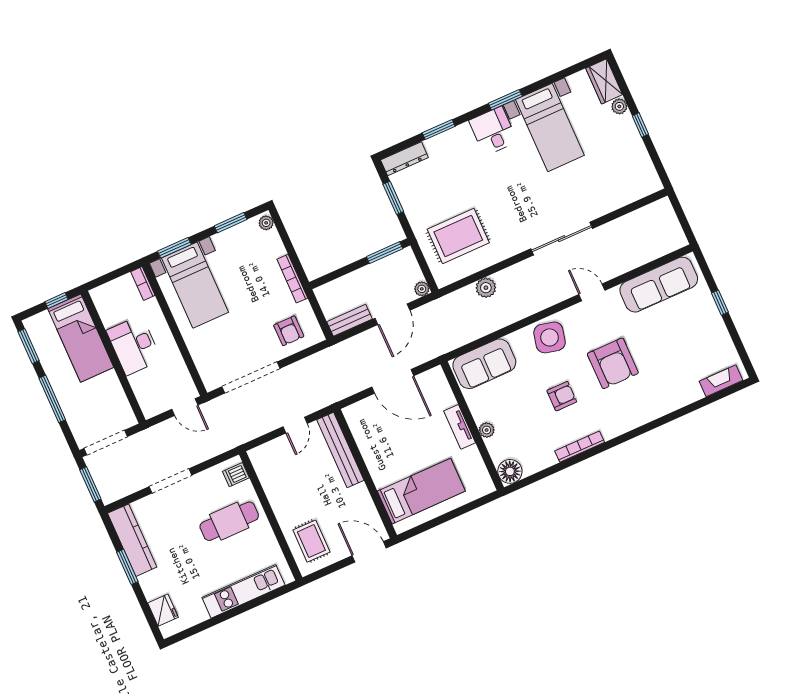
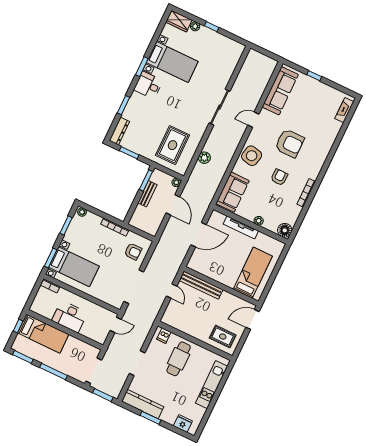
bench: (350, 320) -> (147, 194), moved
tv unit: (460, 427) -> (241, 227), width x1.41

